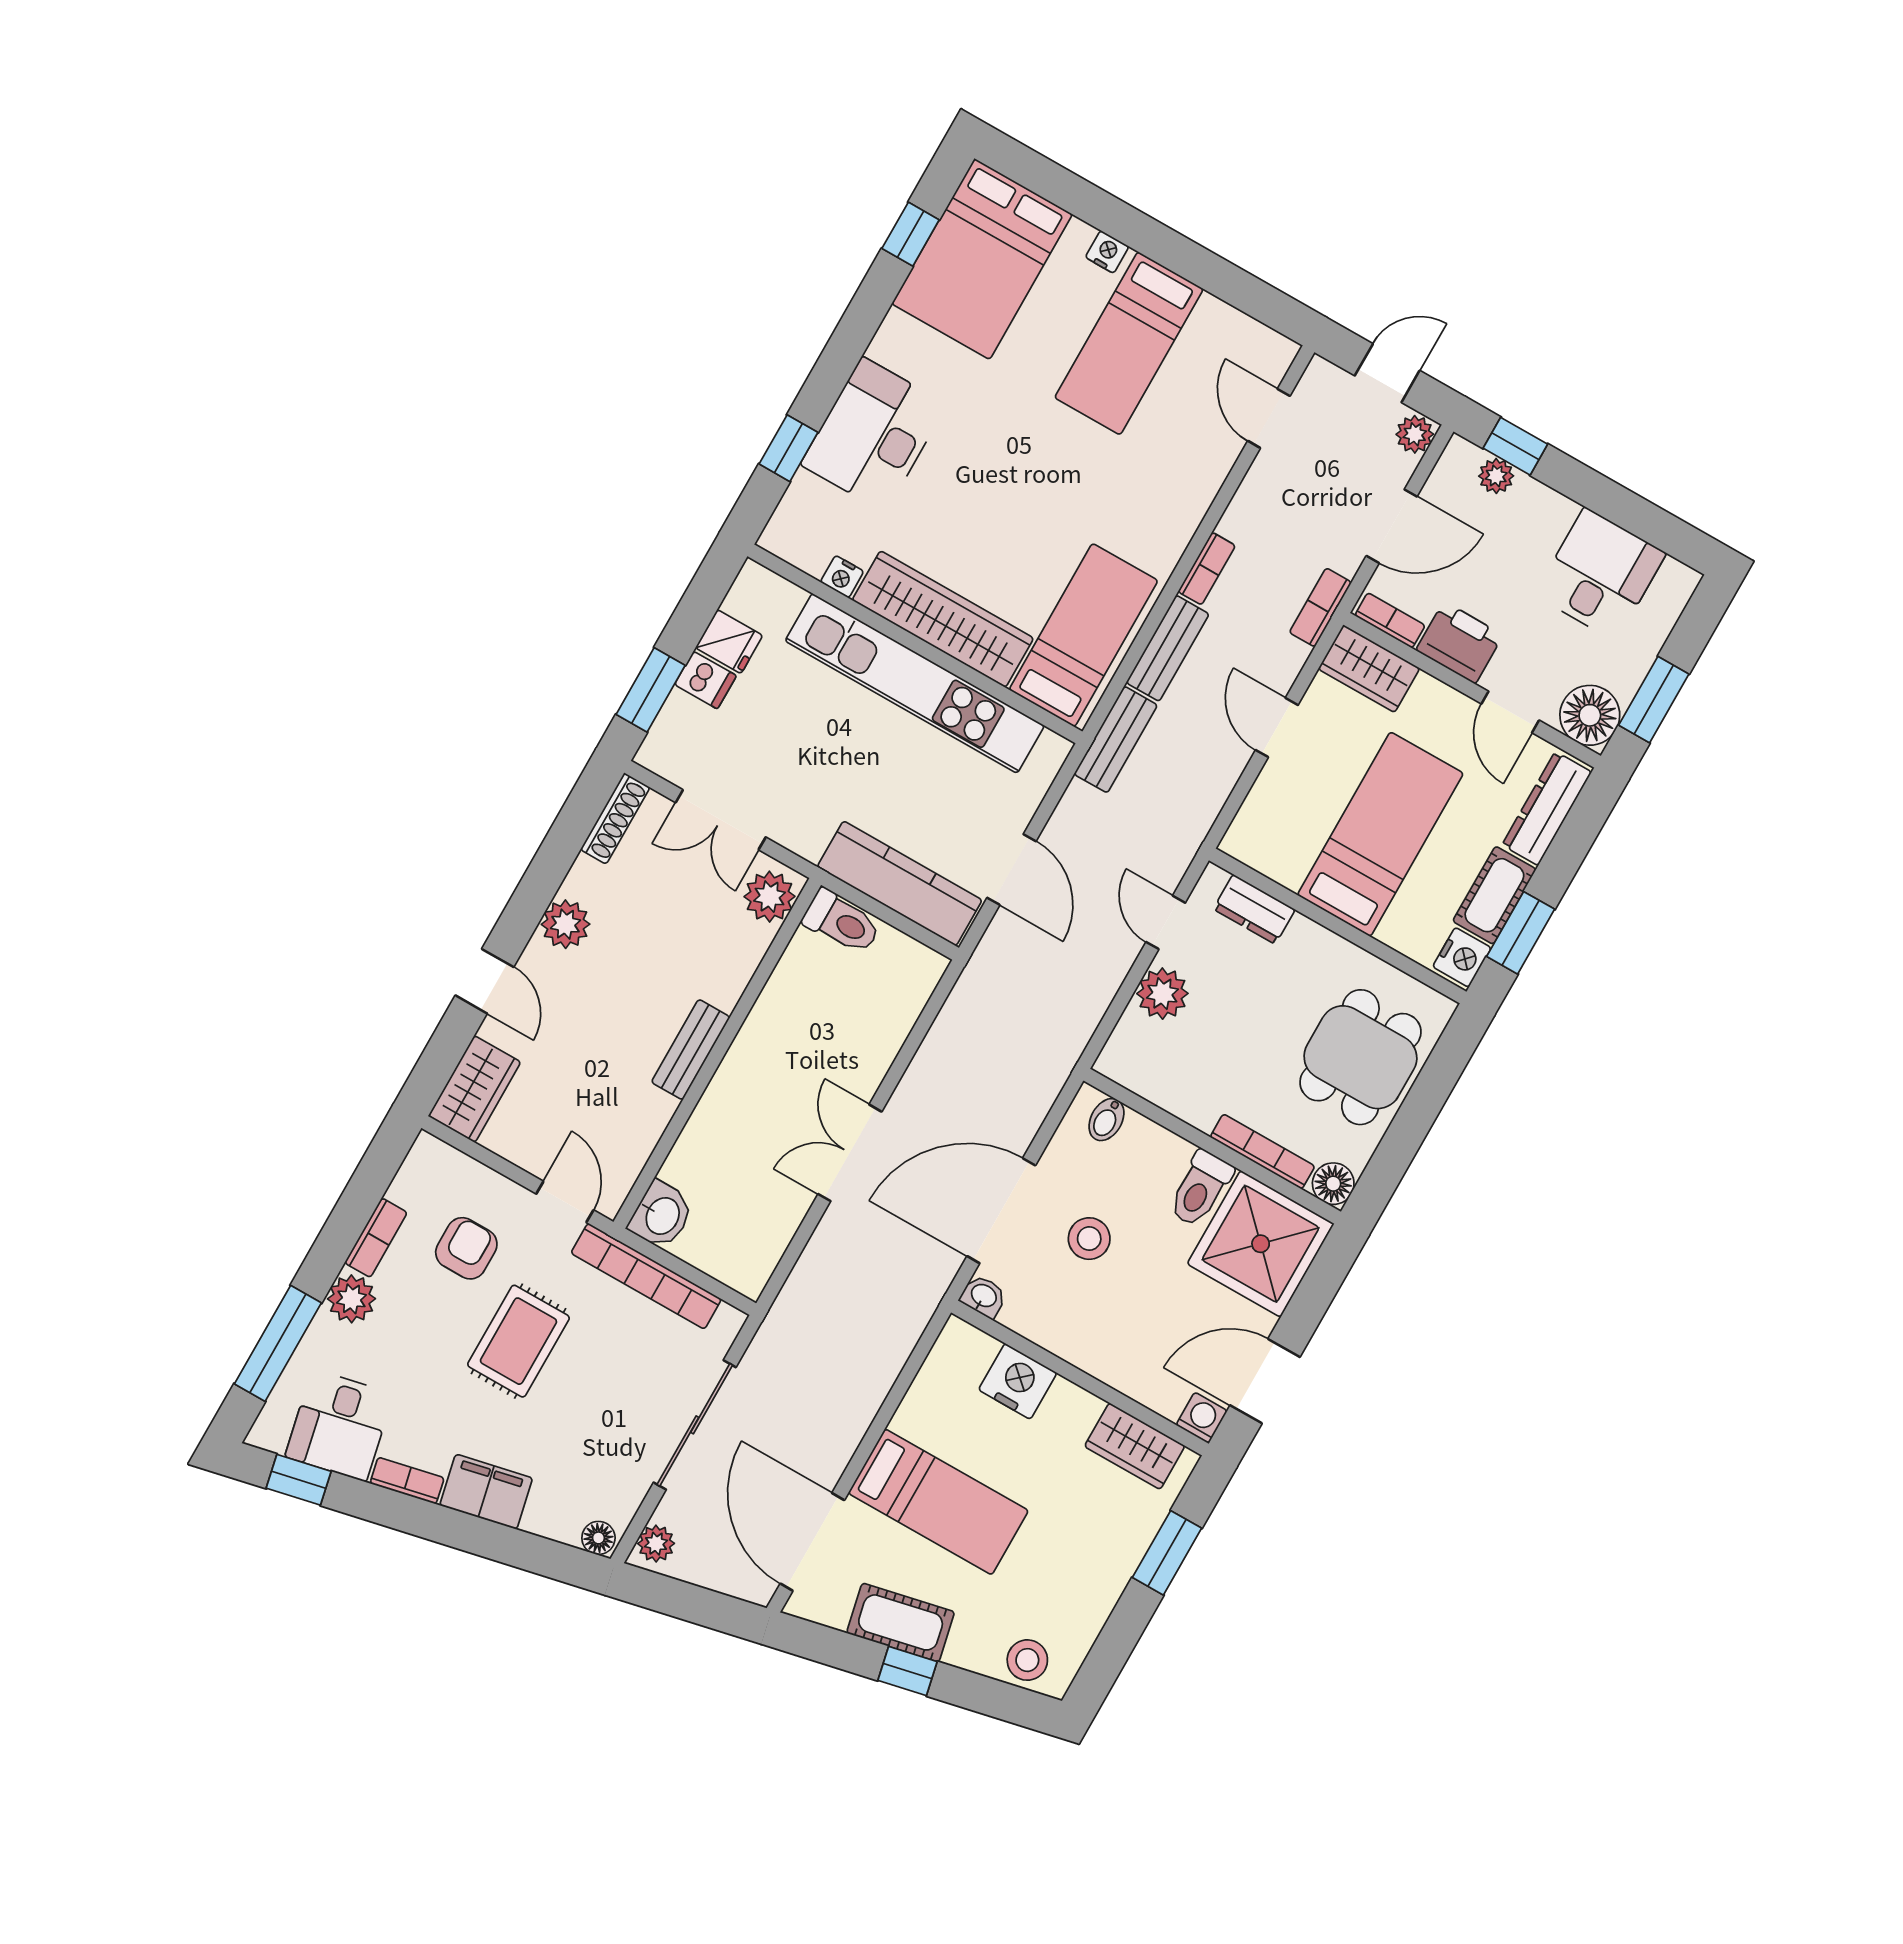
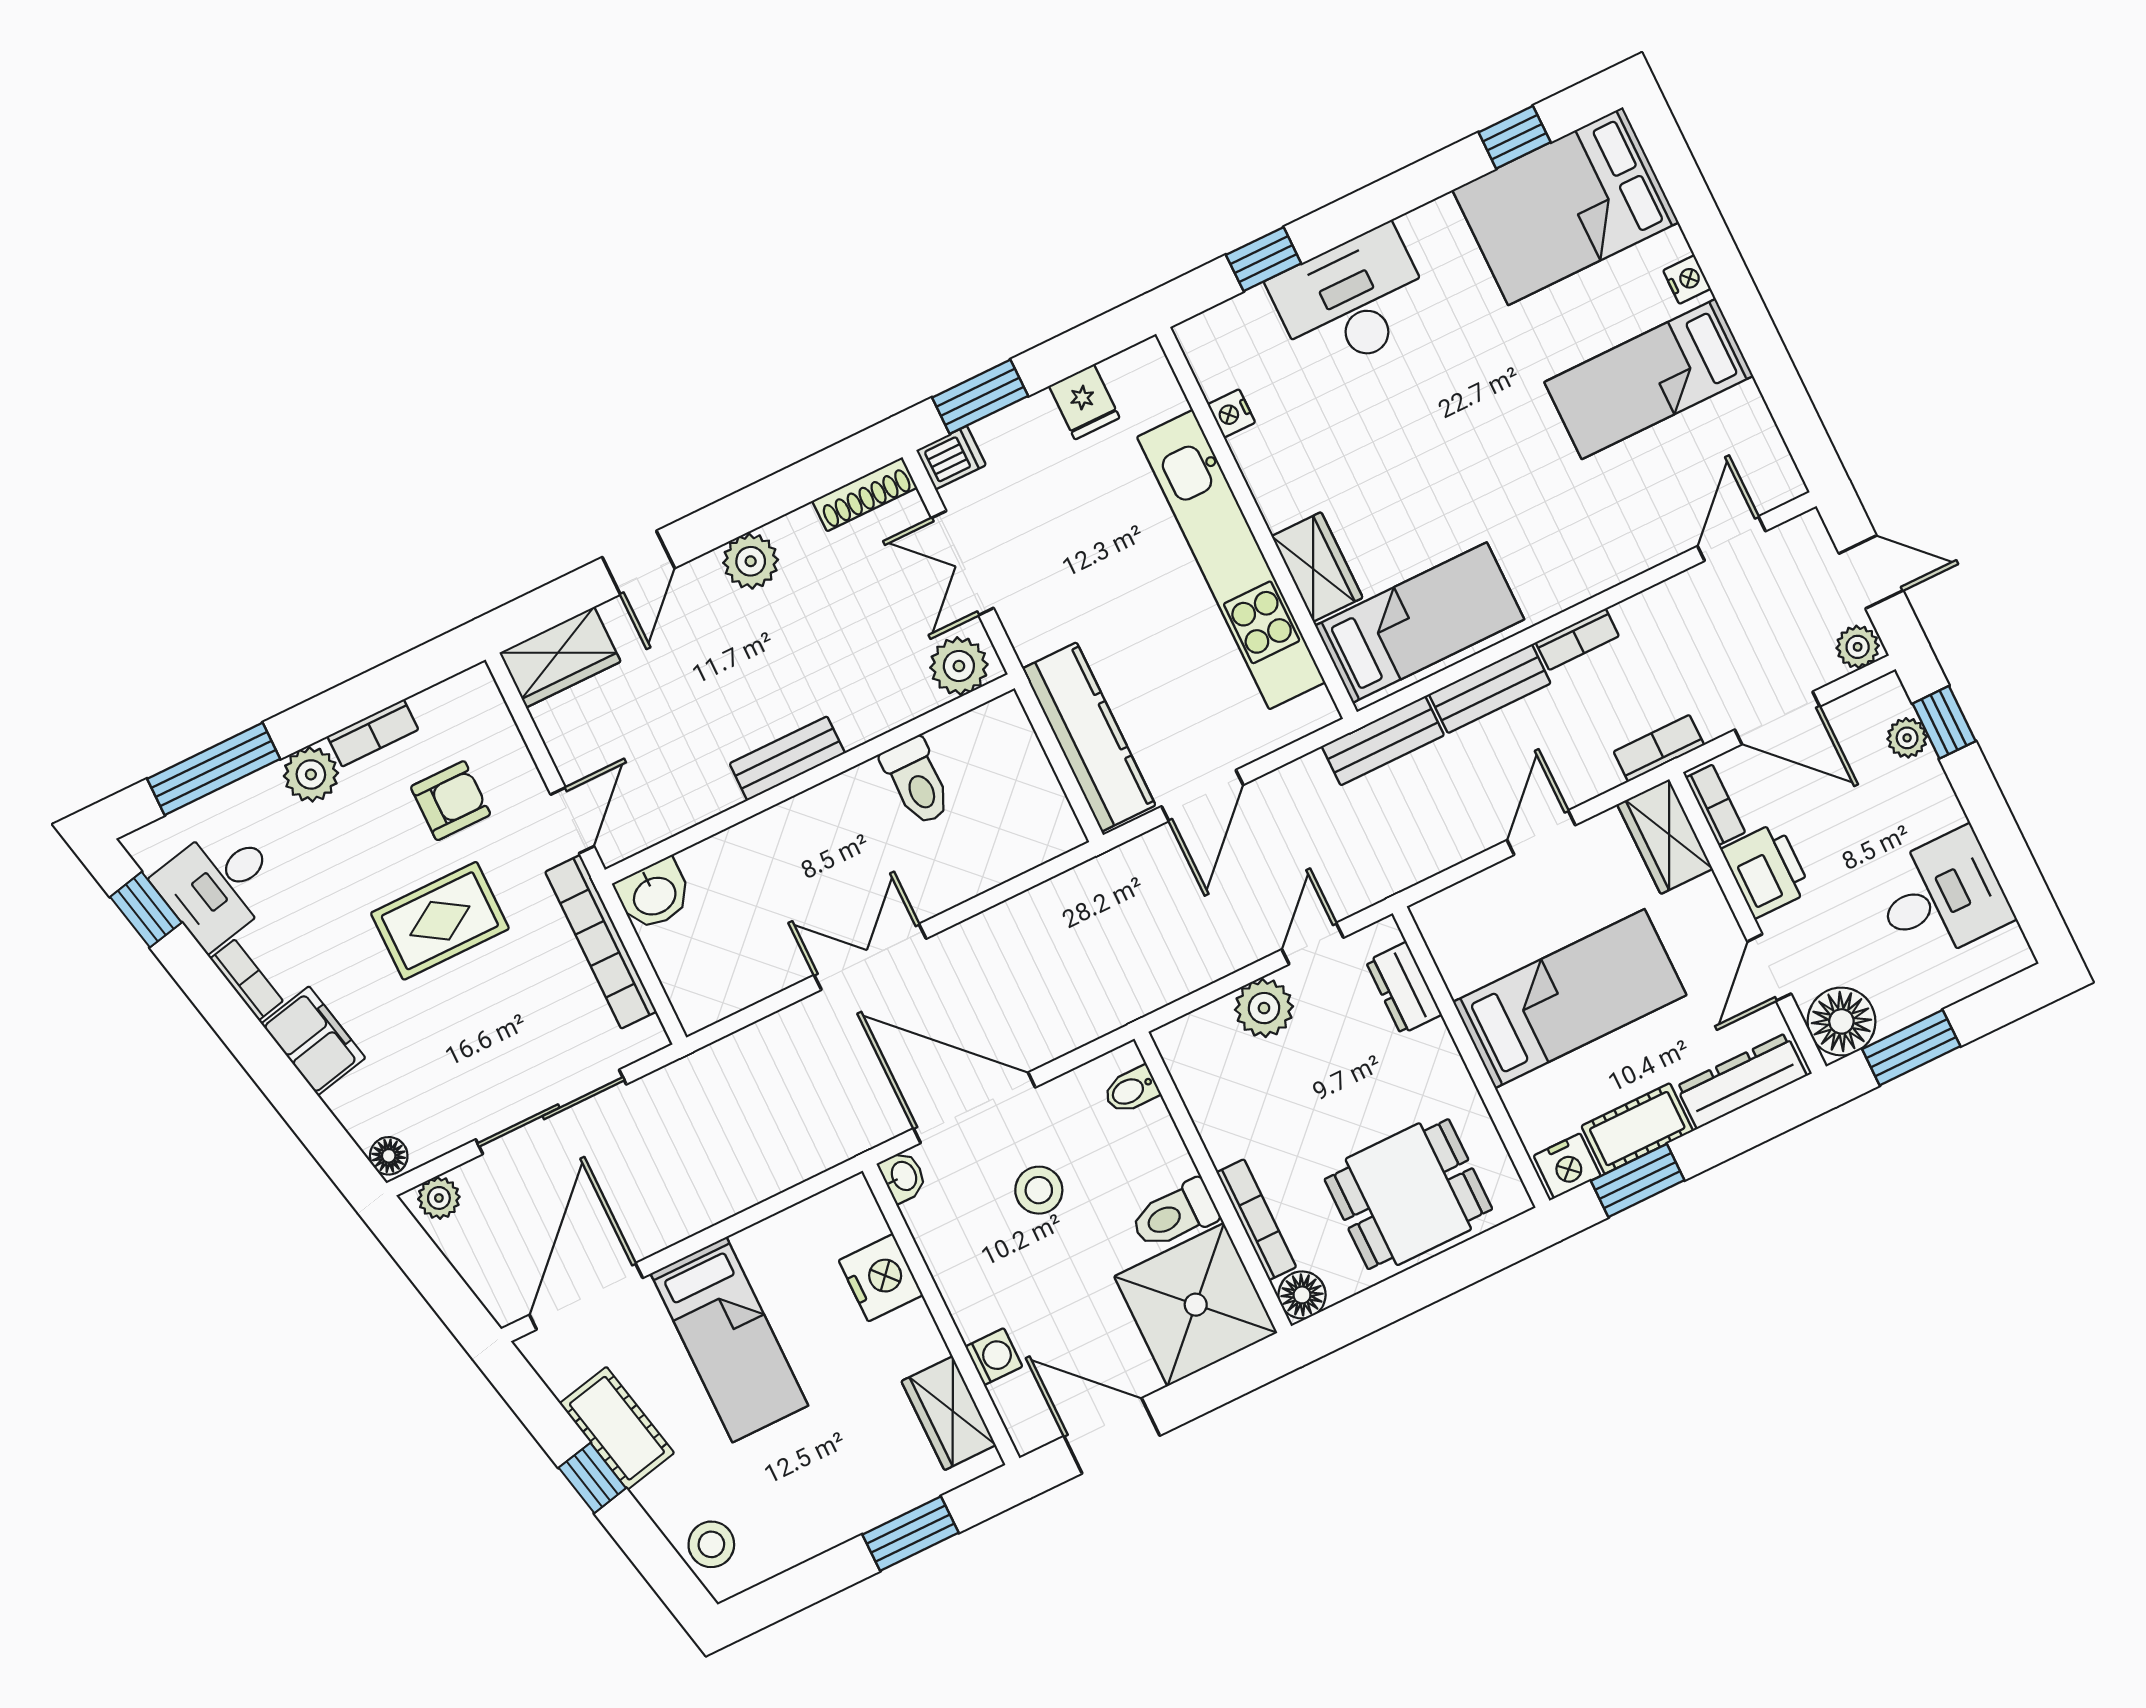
wardrobe: (943, 619) -> (1317, 567), width x0.48, depth x0.85
dishwasher: (705, 680) -> (951, 458), moved, turned -90
toilet: (842, 922) -> (917, 781), moved
washing machine: (1202, 1418) -> (994, 1357), moved

